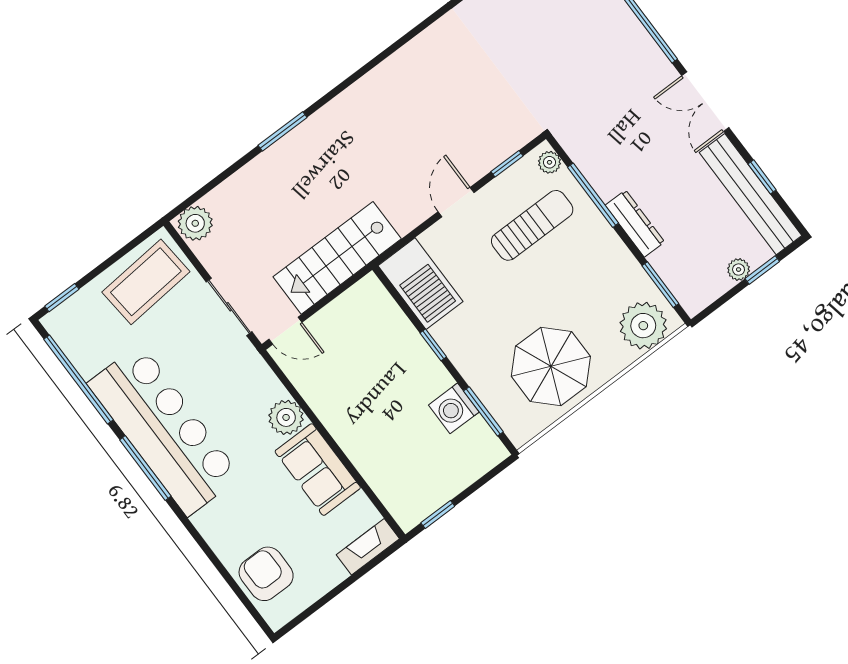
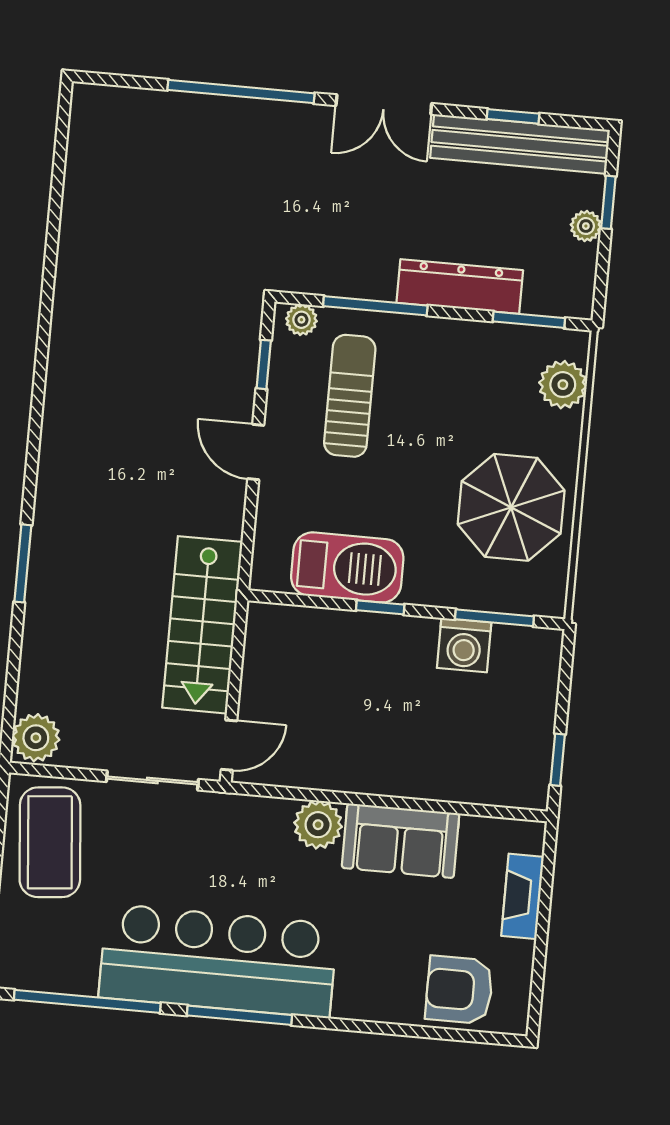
dresser: (635, 224) -> (460, 287), width x1.37, depth x1.24
barbecue: (420, 284) -> (347, 567), moved
plant: (643, 326) -> (563, 385), width x0.73, depth x0.73
fireplace: (368, 547) -> (523, 896), moved

